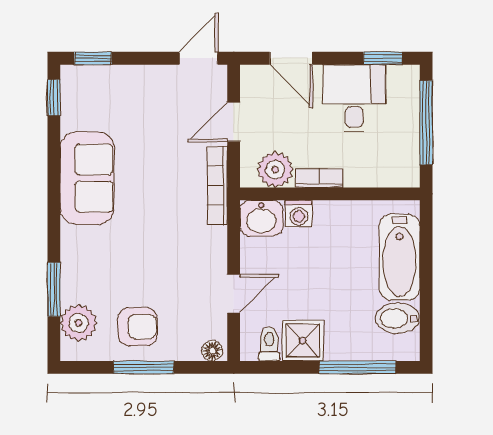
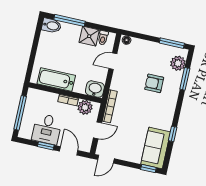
window: (383, 58) -> (46, 146), moved
window: (54, 98) -> (173, 134), moved
sofa: (87, 178) -> (156, 148), moved
washing machine: (299, 214) -> (79, 88), removed
bathtub: (399, 257) -> (56, 80), moved, turned -90
bidet: (398, 318) -> (51, 26), moved
armchair: (138, 327) -> (154, 83), moved
window: (143, 367) -> (172, 43), moved

